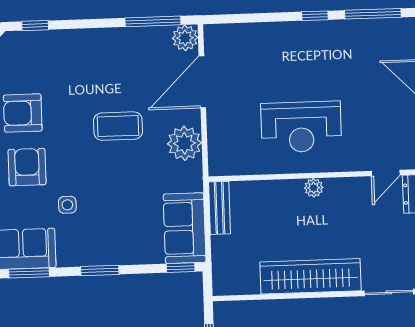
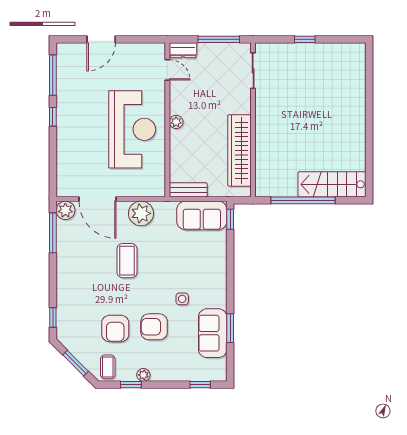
reception desk: (301, 127) -> (132, 129), width x1.36, depth x1.30
window: (100, 271) -> (230, 277), removed
wardrobe: (311, 276) -> (240, 150), moved

